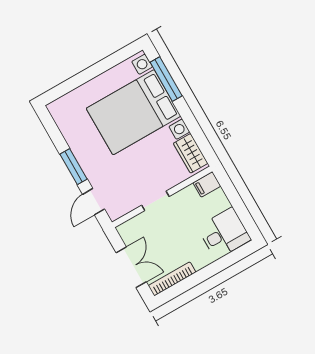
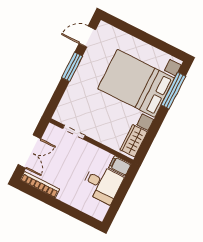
doorway: (155, 201) -> (74, 132), moved
door: (94, 202) -> (87, 37), moved
desk: (224, 233) -> (102, 184), moved

